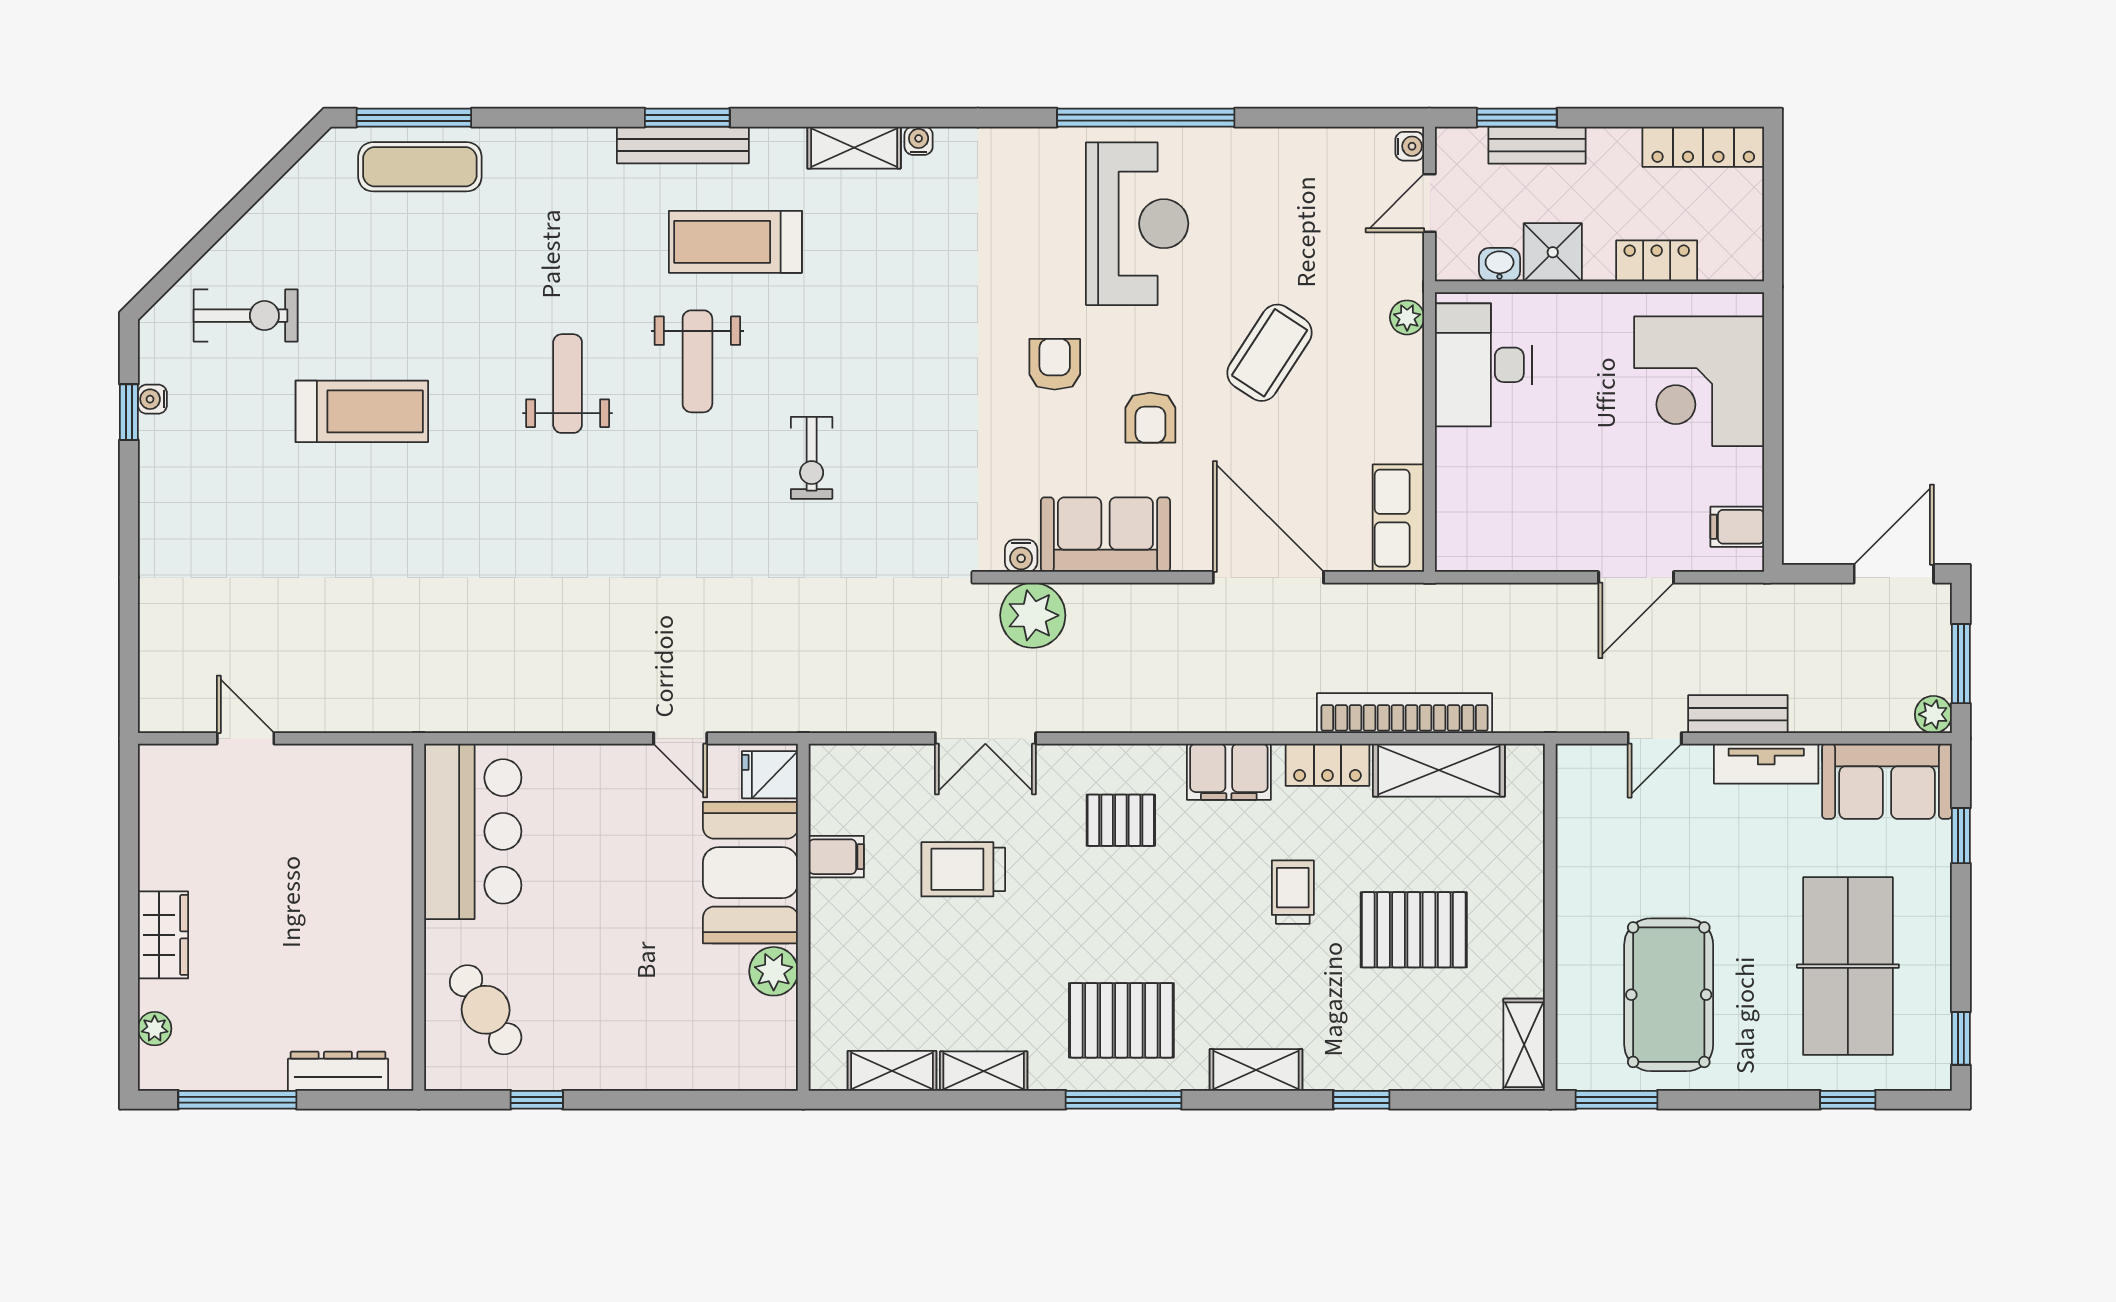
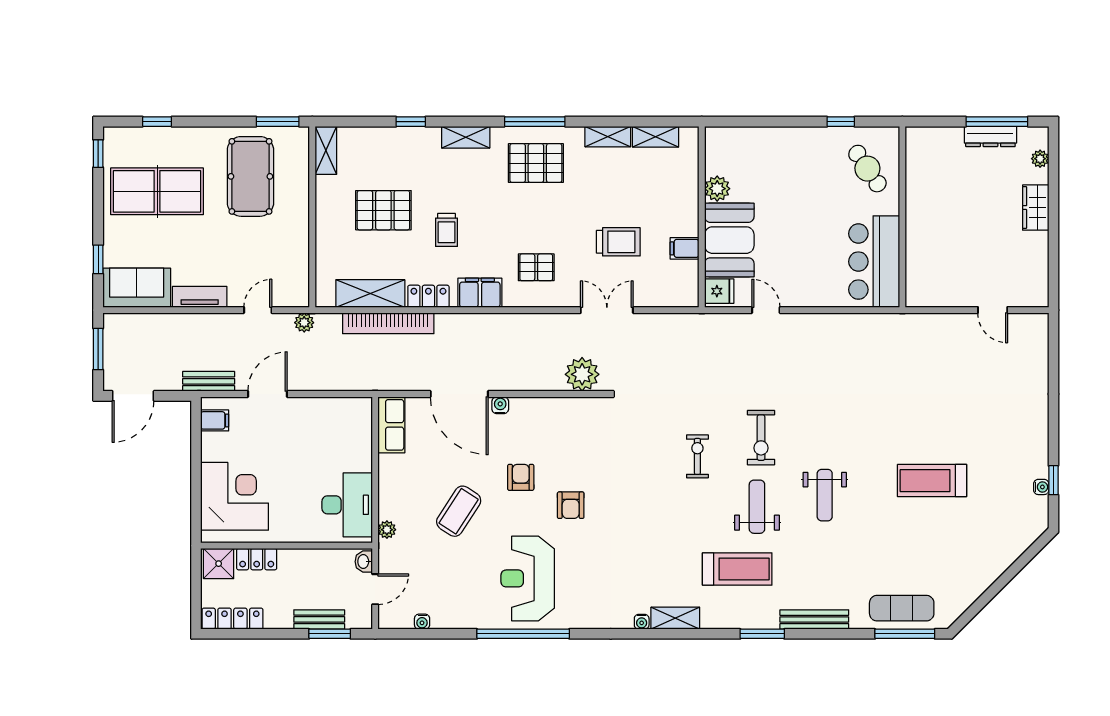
bench: (683, 145) -> (814, 620), moved
water cooler: (1410, 146) -> (422, 622), moved, turned -90
shower: (1553, 252) -> (219, 564), moved
washbasin: (1500, 265) -> (364, 562), moved, turned 90
exercise bike: (246, 316) -> (761, 438), moved, turned -90
sofa: (1105, 535) -> (544, 416), removed
water cooler: (1021, 556) -> (500, 405), moved
bench: (1738, 714) -> (209, 381), moved
plant: (1933, 714) -> (304, 323), moved
table tennis table: (1848, 966) -> (157, 191), turned 90
dresser: (338, 1071) -> (990, 136), moved

